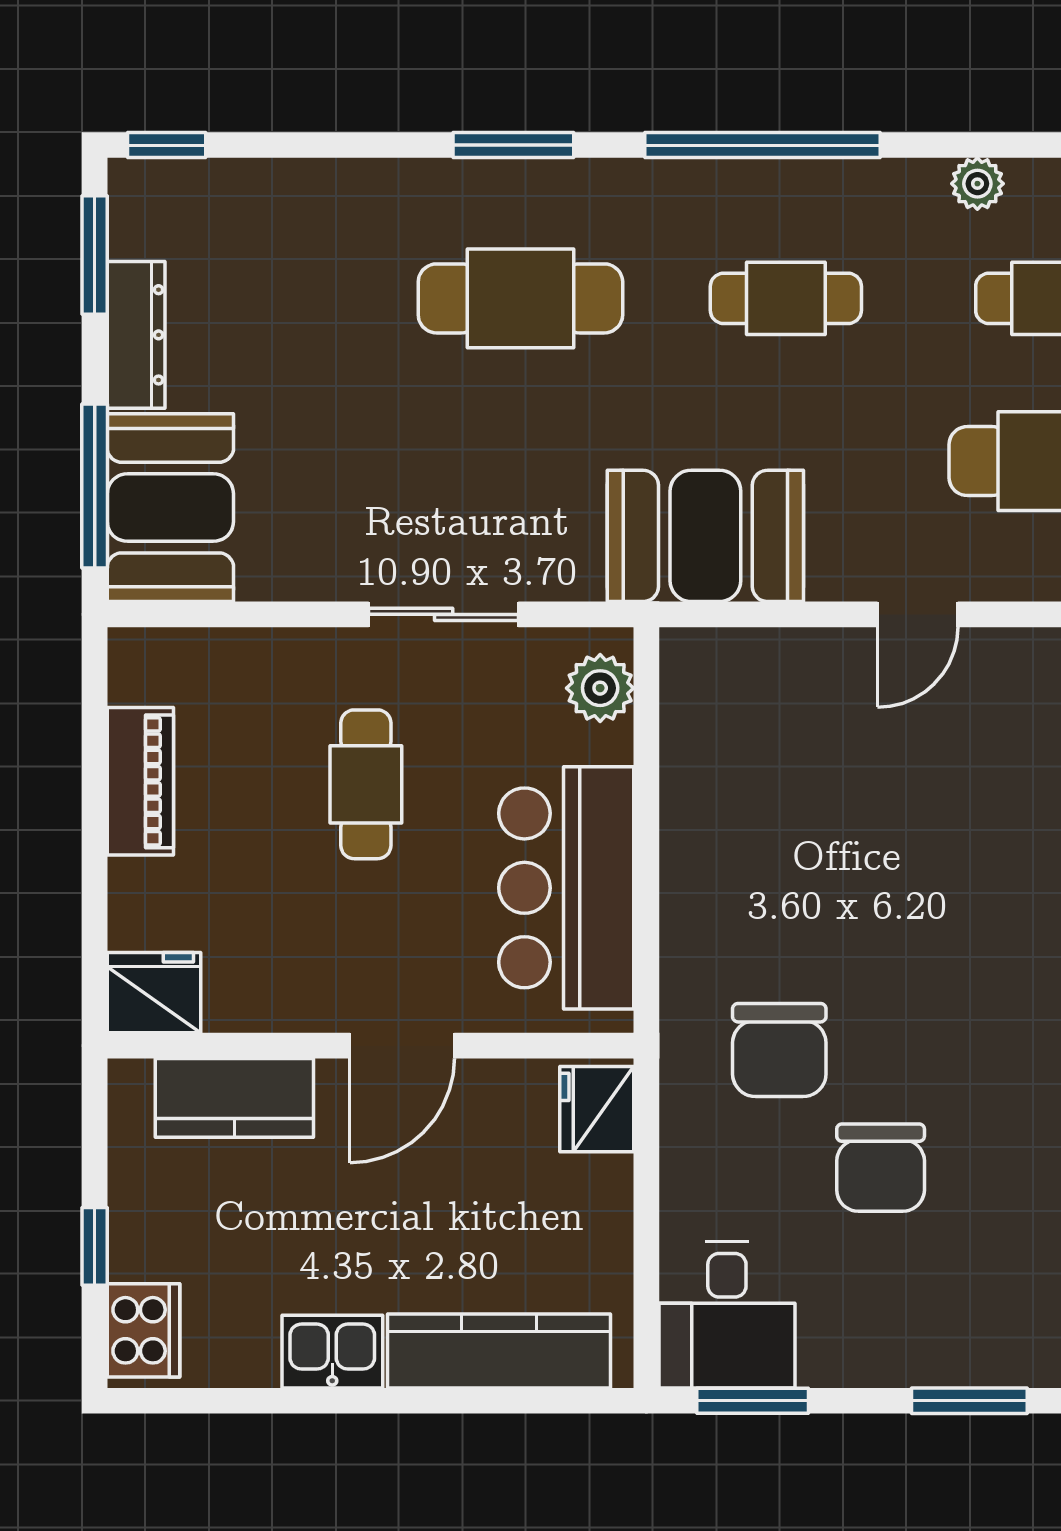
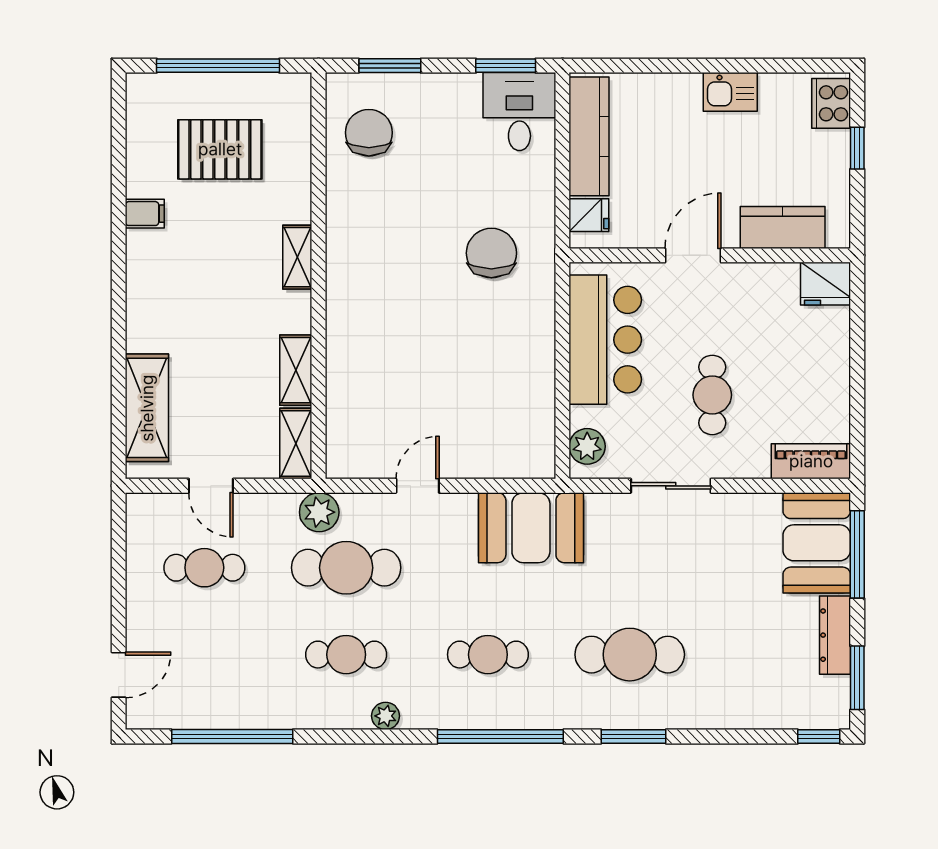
piano: (140, 781) -> (811, 461), moved, turned 90
fridge: (597, 1109) -> (589, 215), width x0.72
chair: (881, 1168) -> (369, 133), moved
kitchen counter: (499, 1351) -> (589, 136), moved, turned -90

